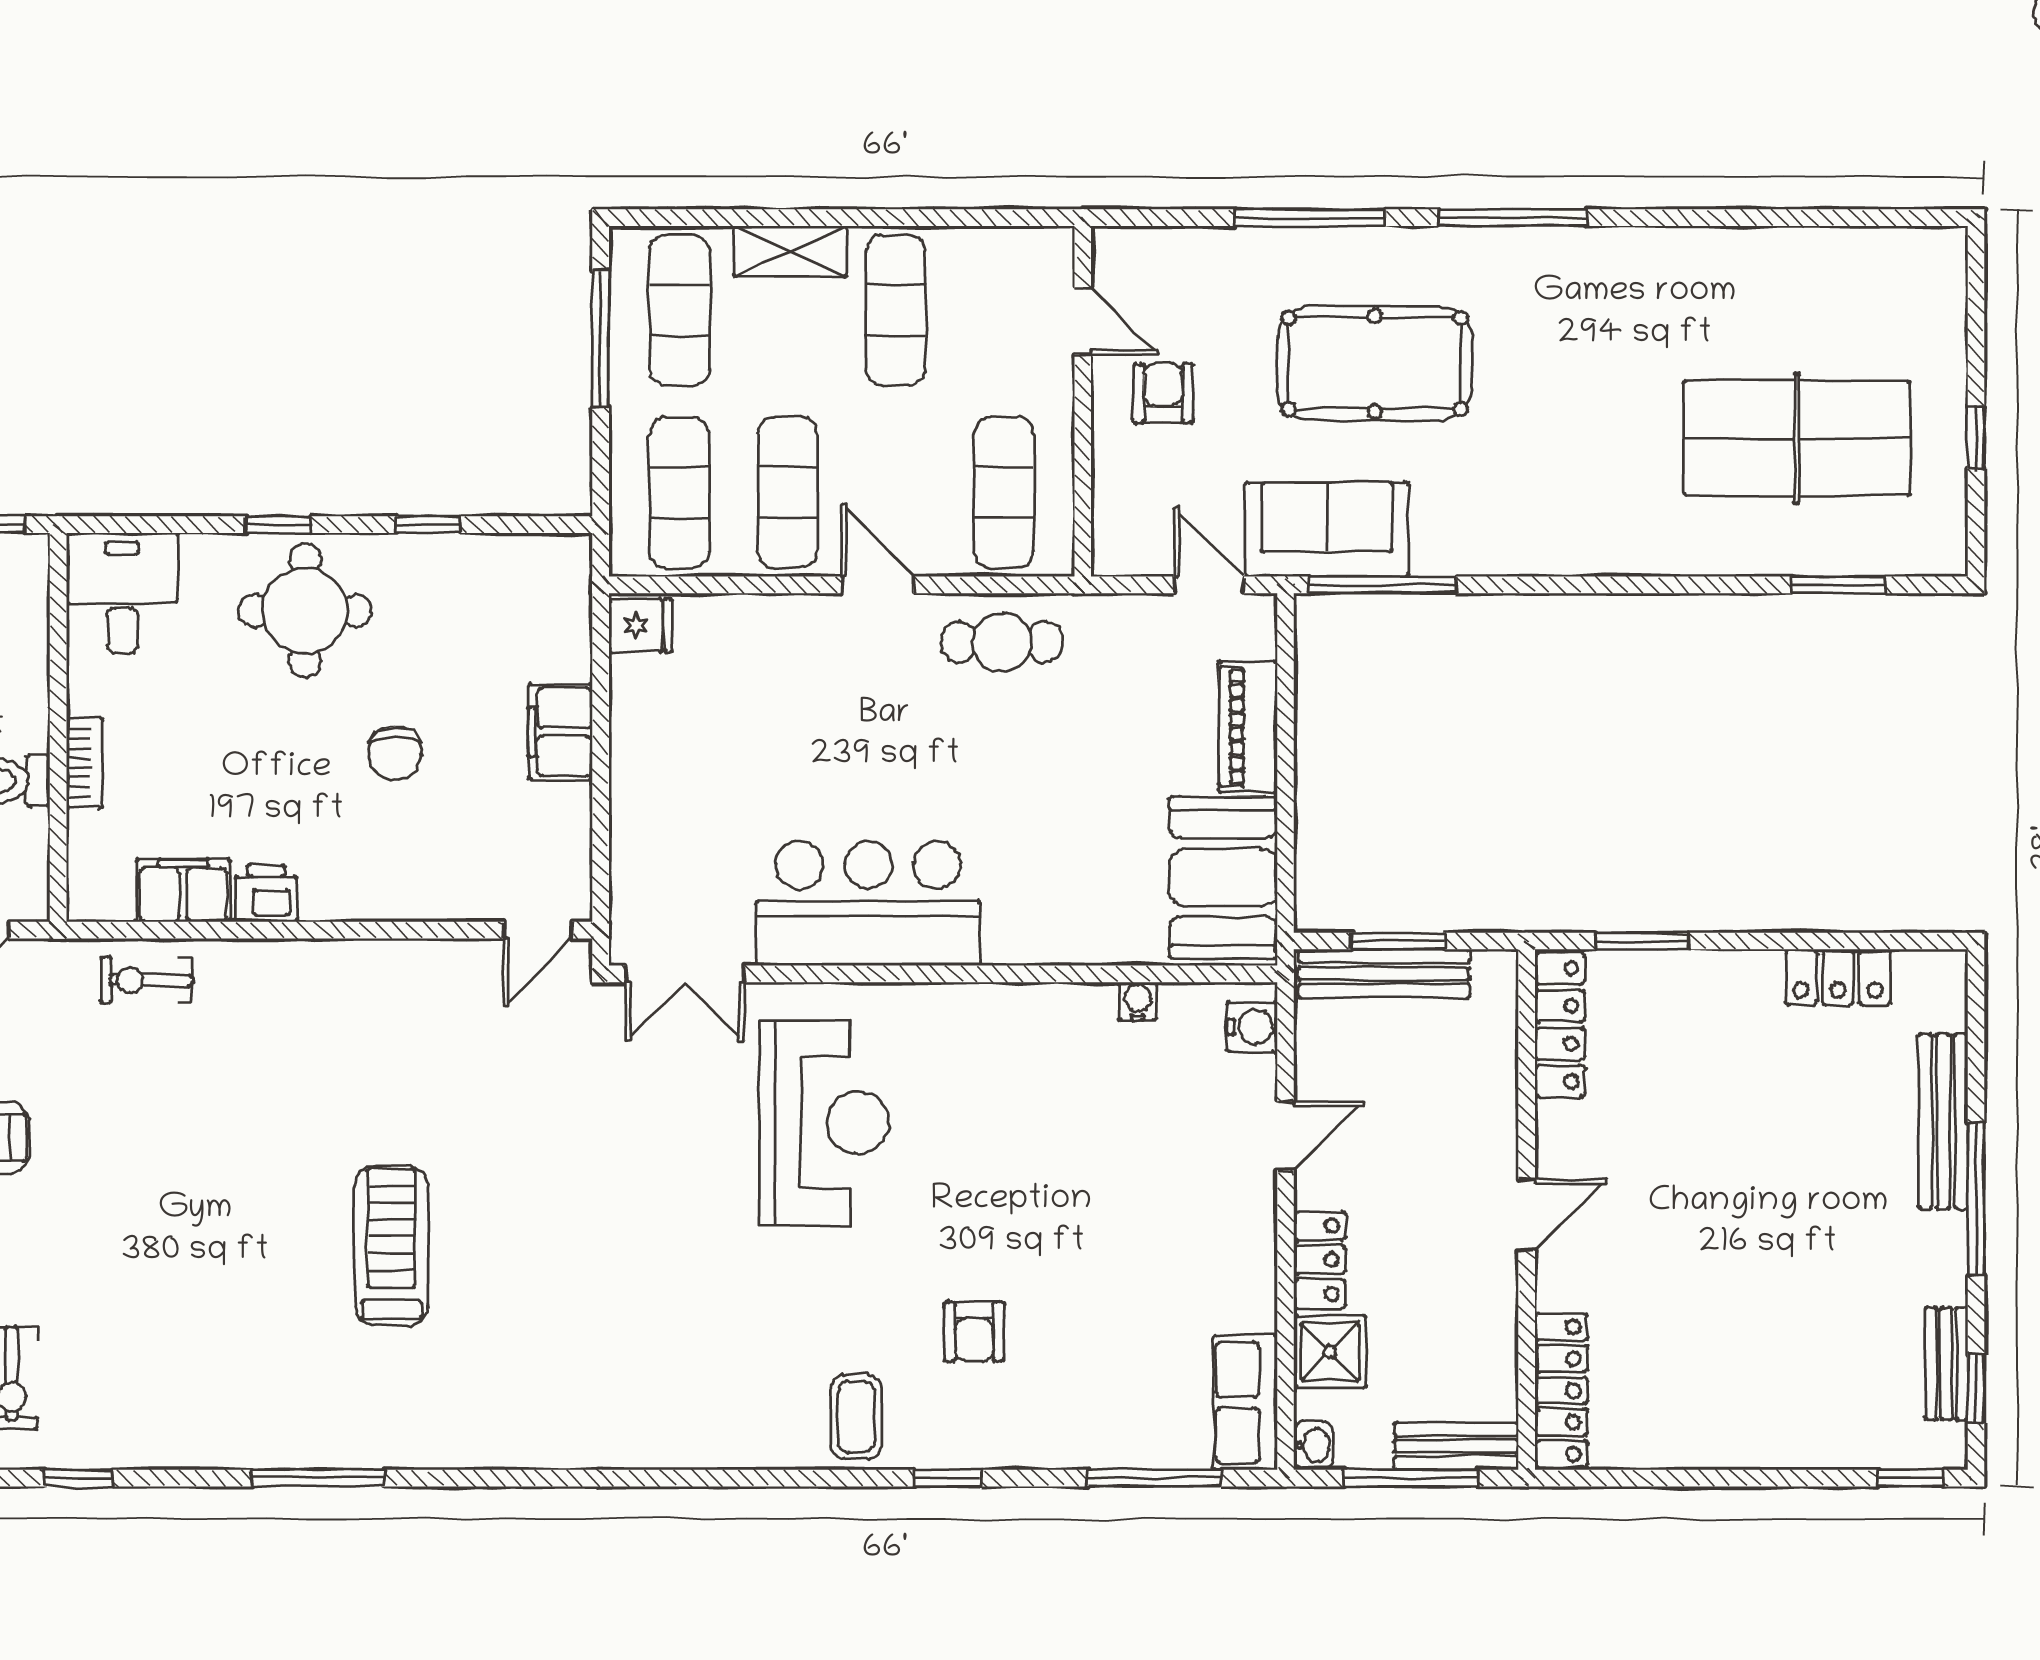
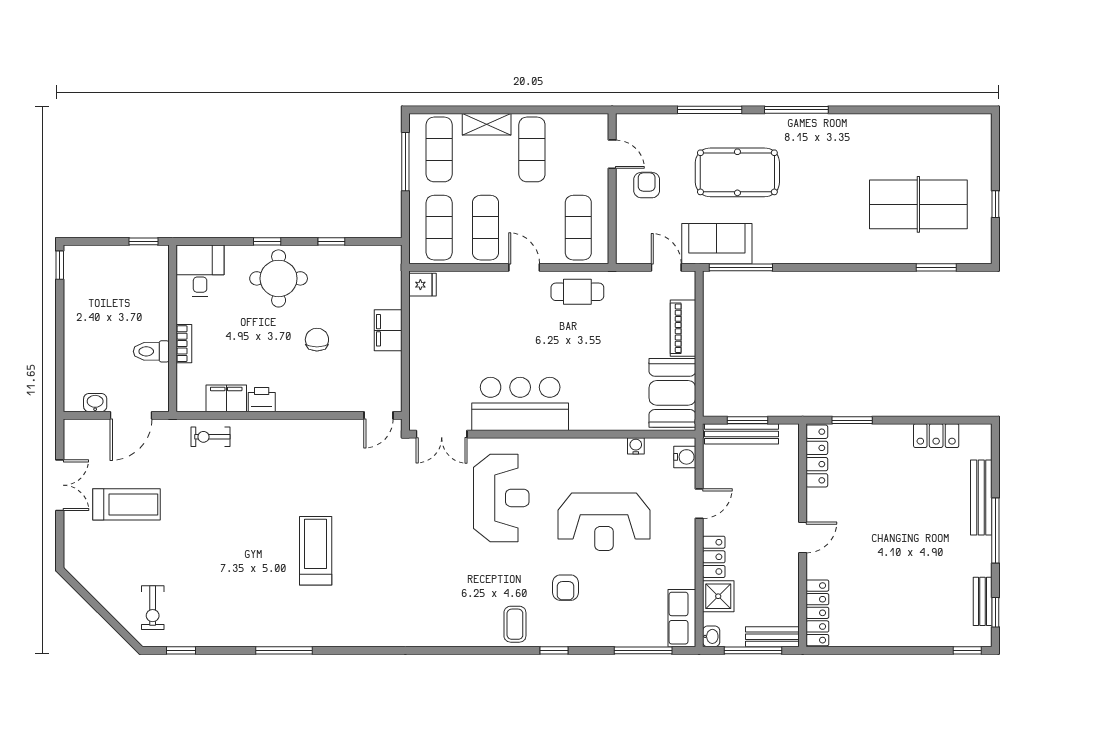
chair: (395, 753) -> (317, 340), turned 180
reception desk: (1064, 1178) -> (604, 522), added

